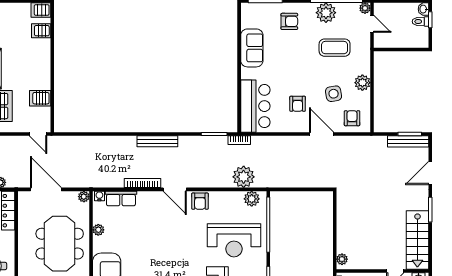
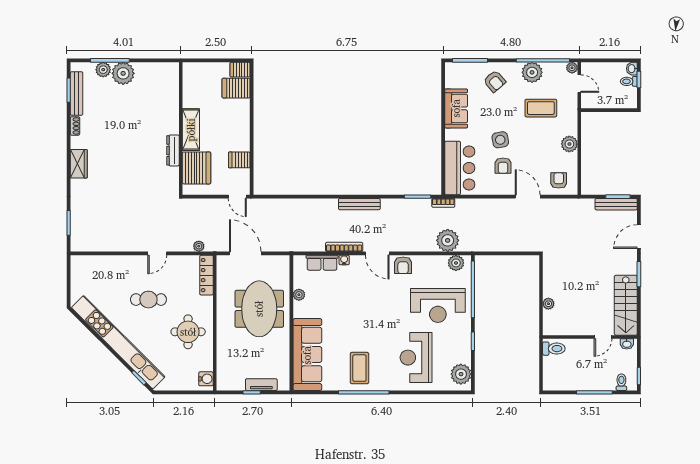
armchair: (289, 21) -> (495, 81), turned 49
server rack: (41, 31) -> (236, 88), width x1.36, depth x1.44
side table: (334, 94) -> (500, 140), moved
water cooler: (99, 196) -> (344, 260), moved
plant: (84, 197) -> (284, 261), removed
plant: (342, 259) -> (548, 304), moved

